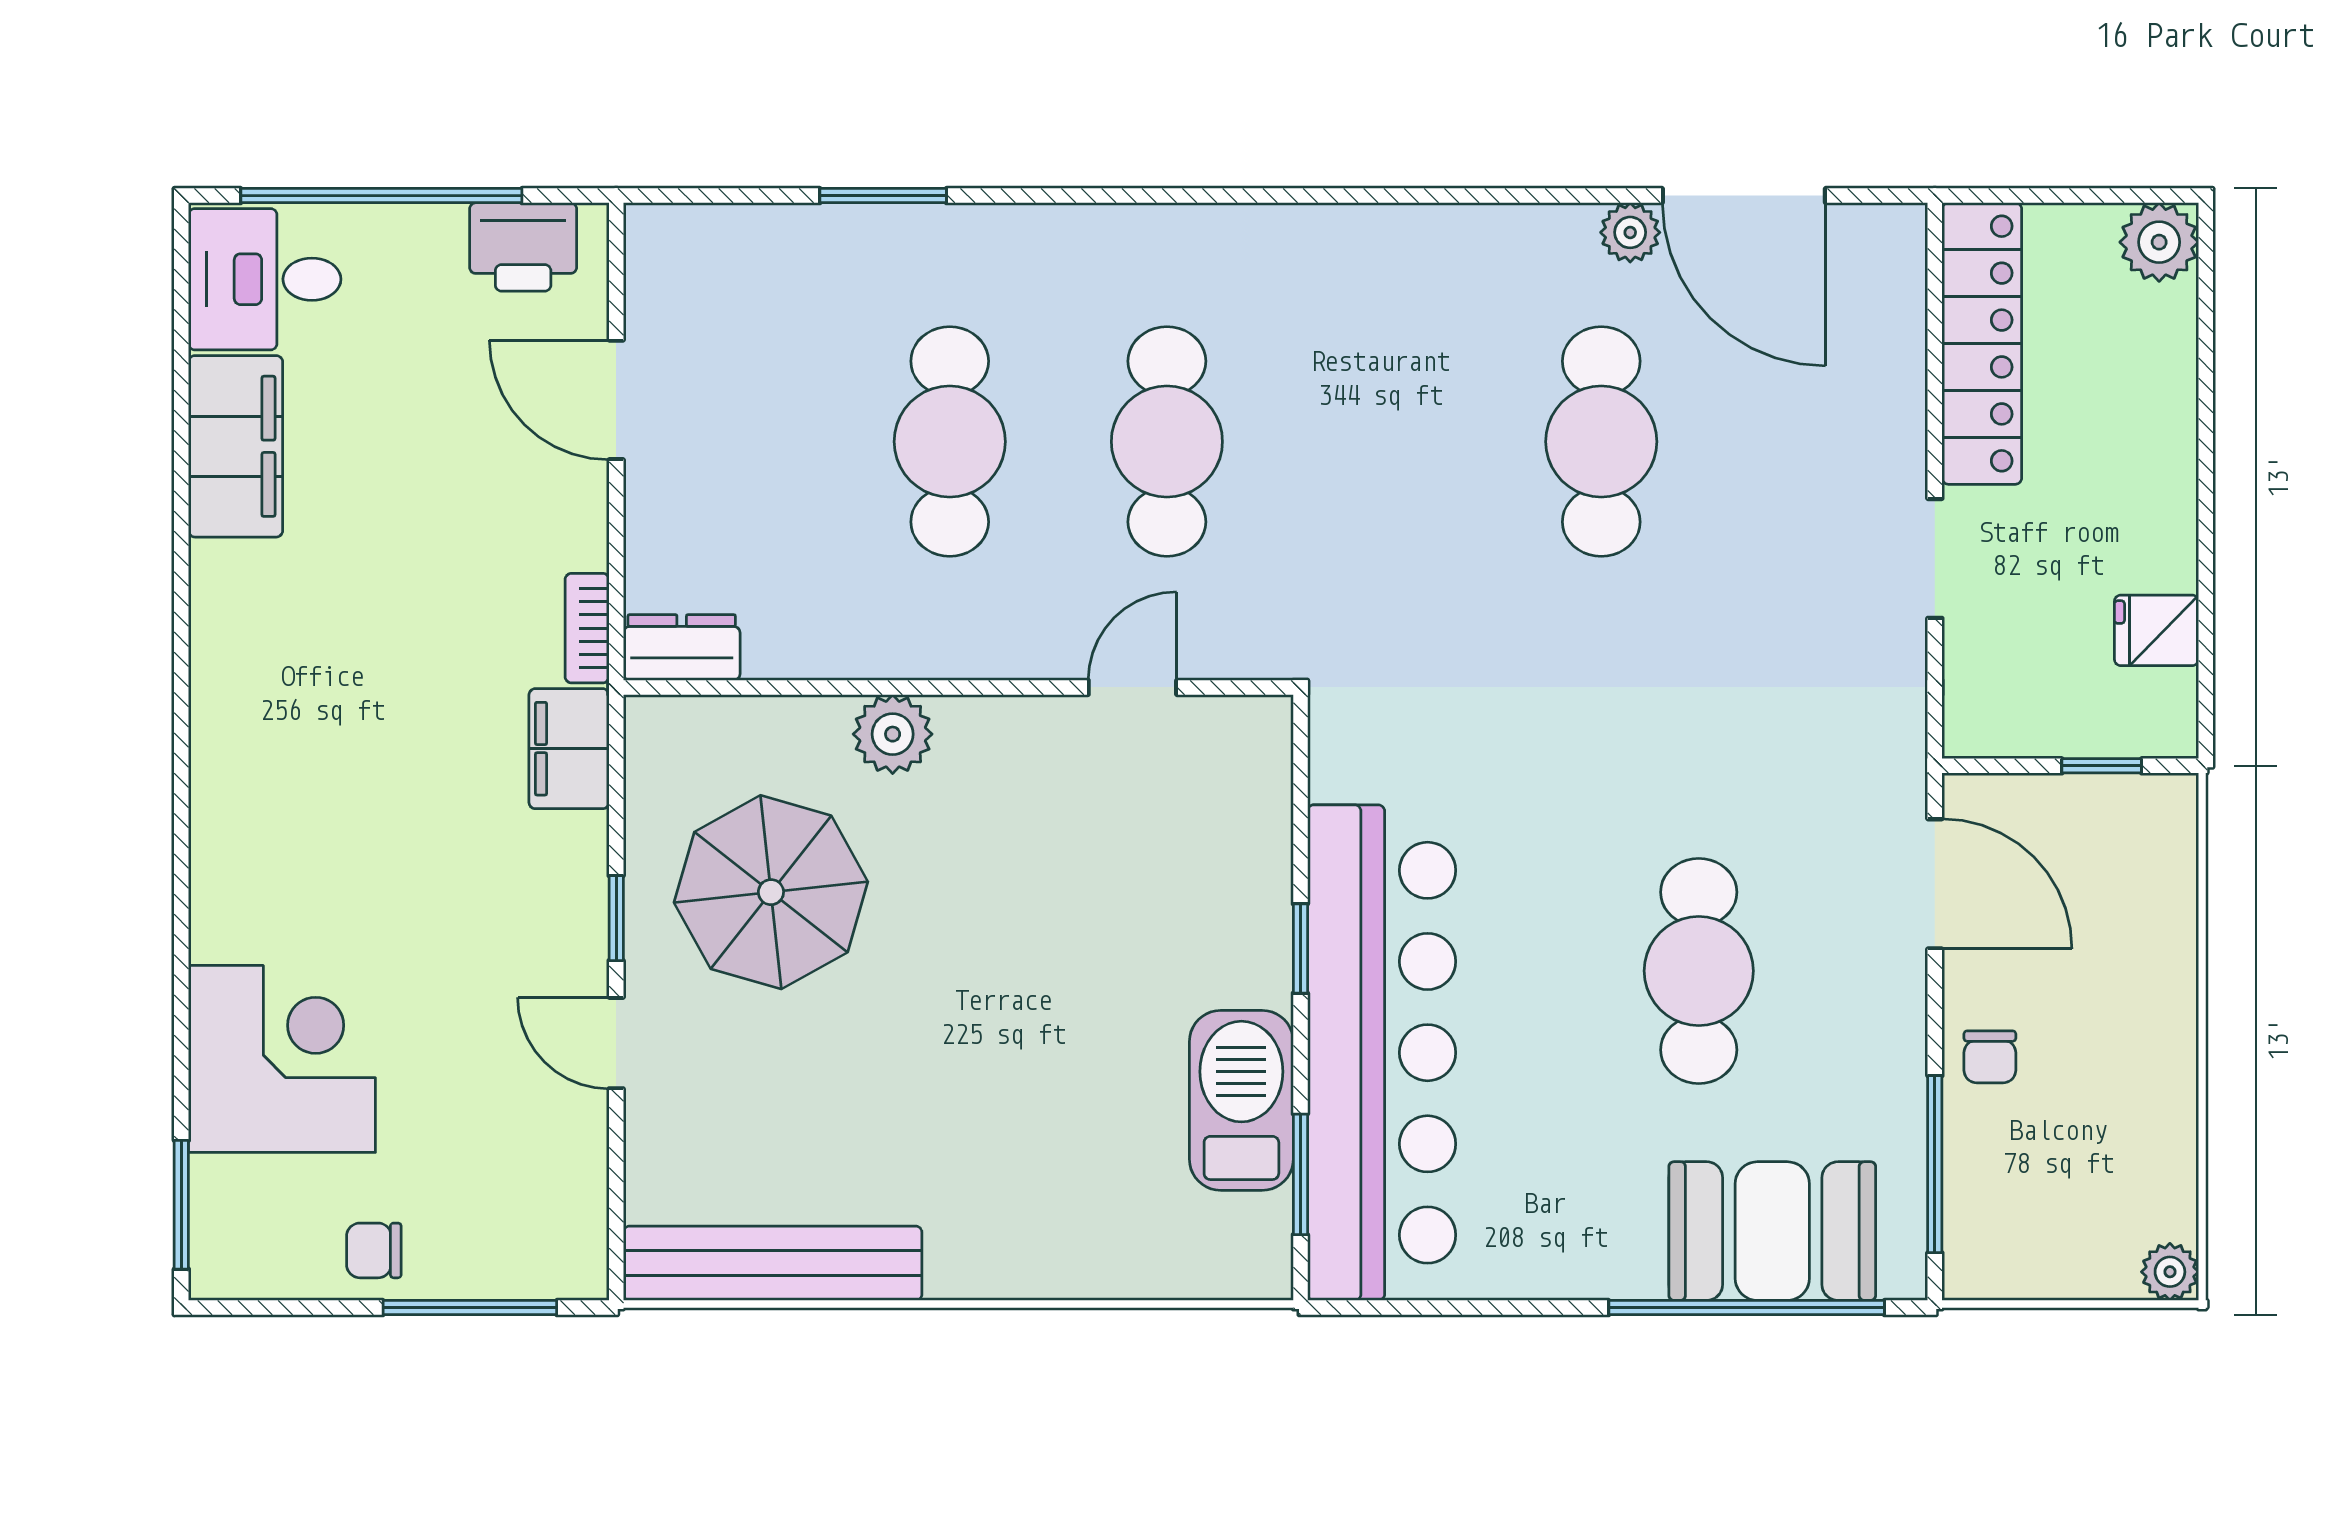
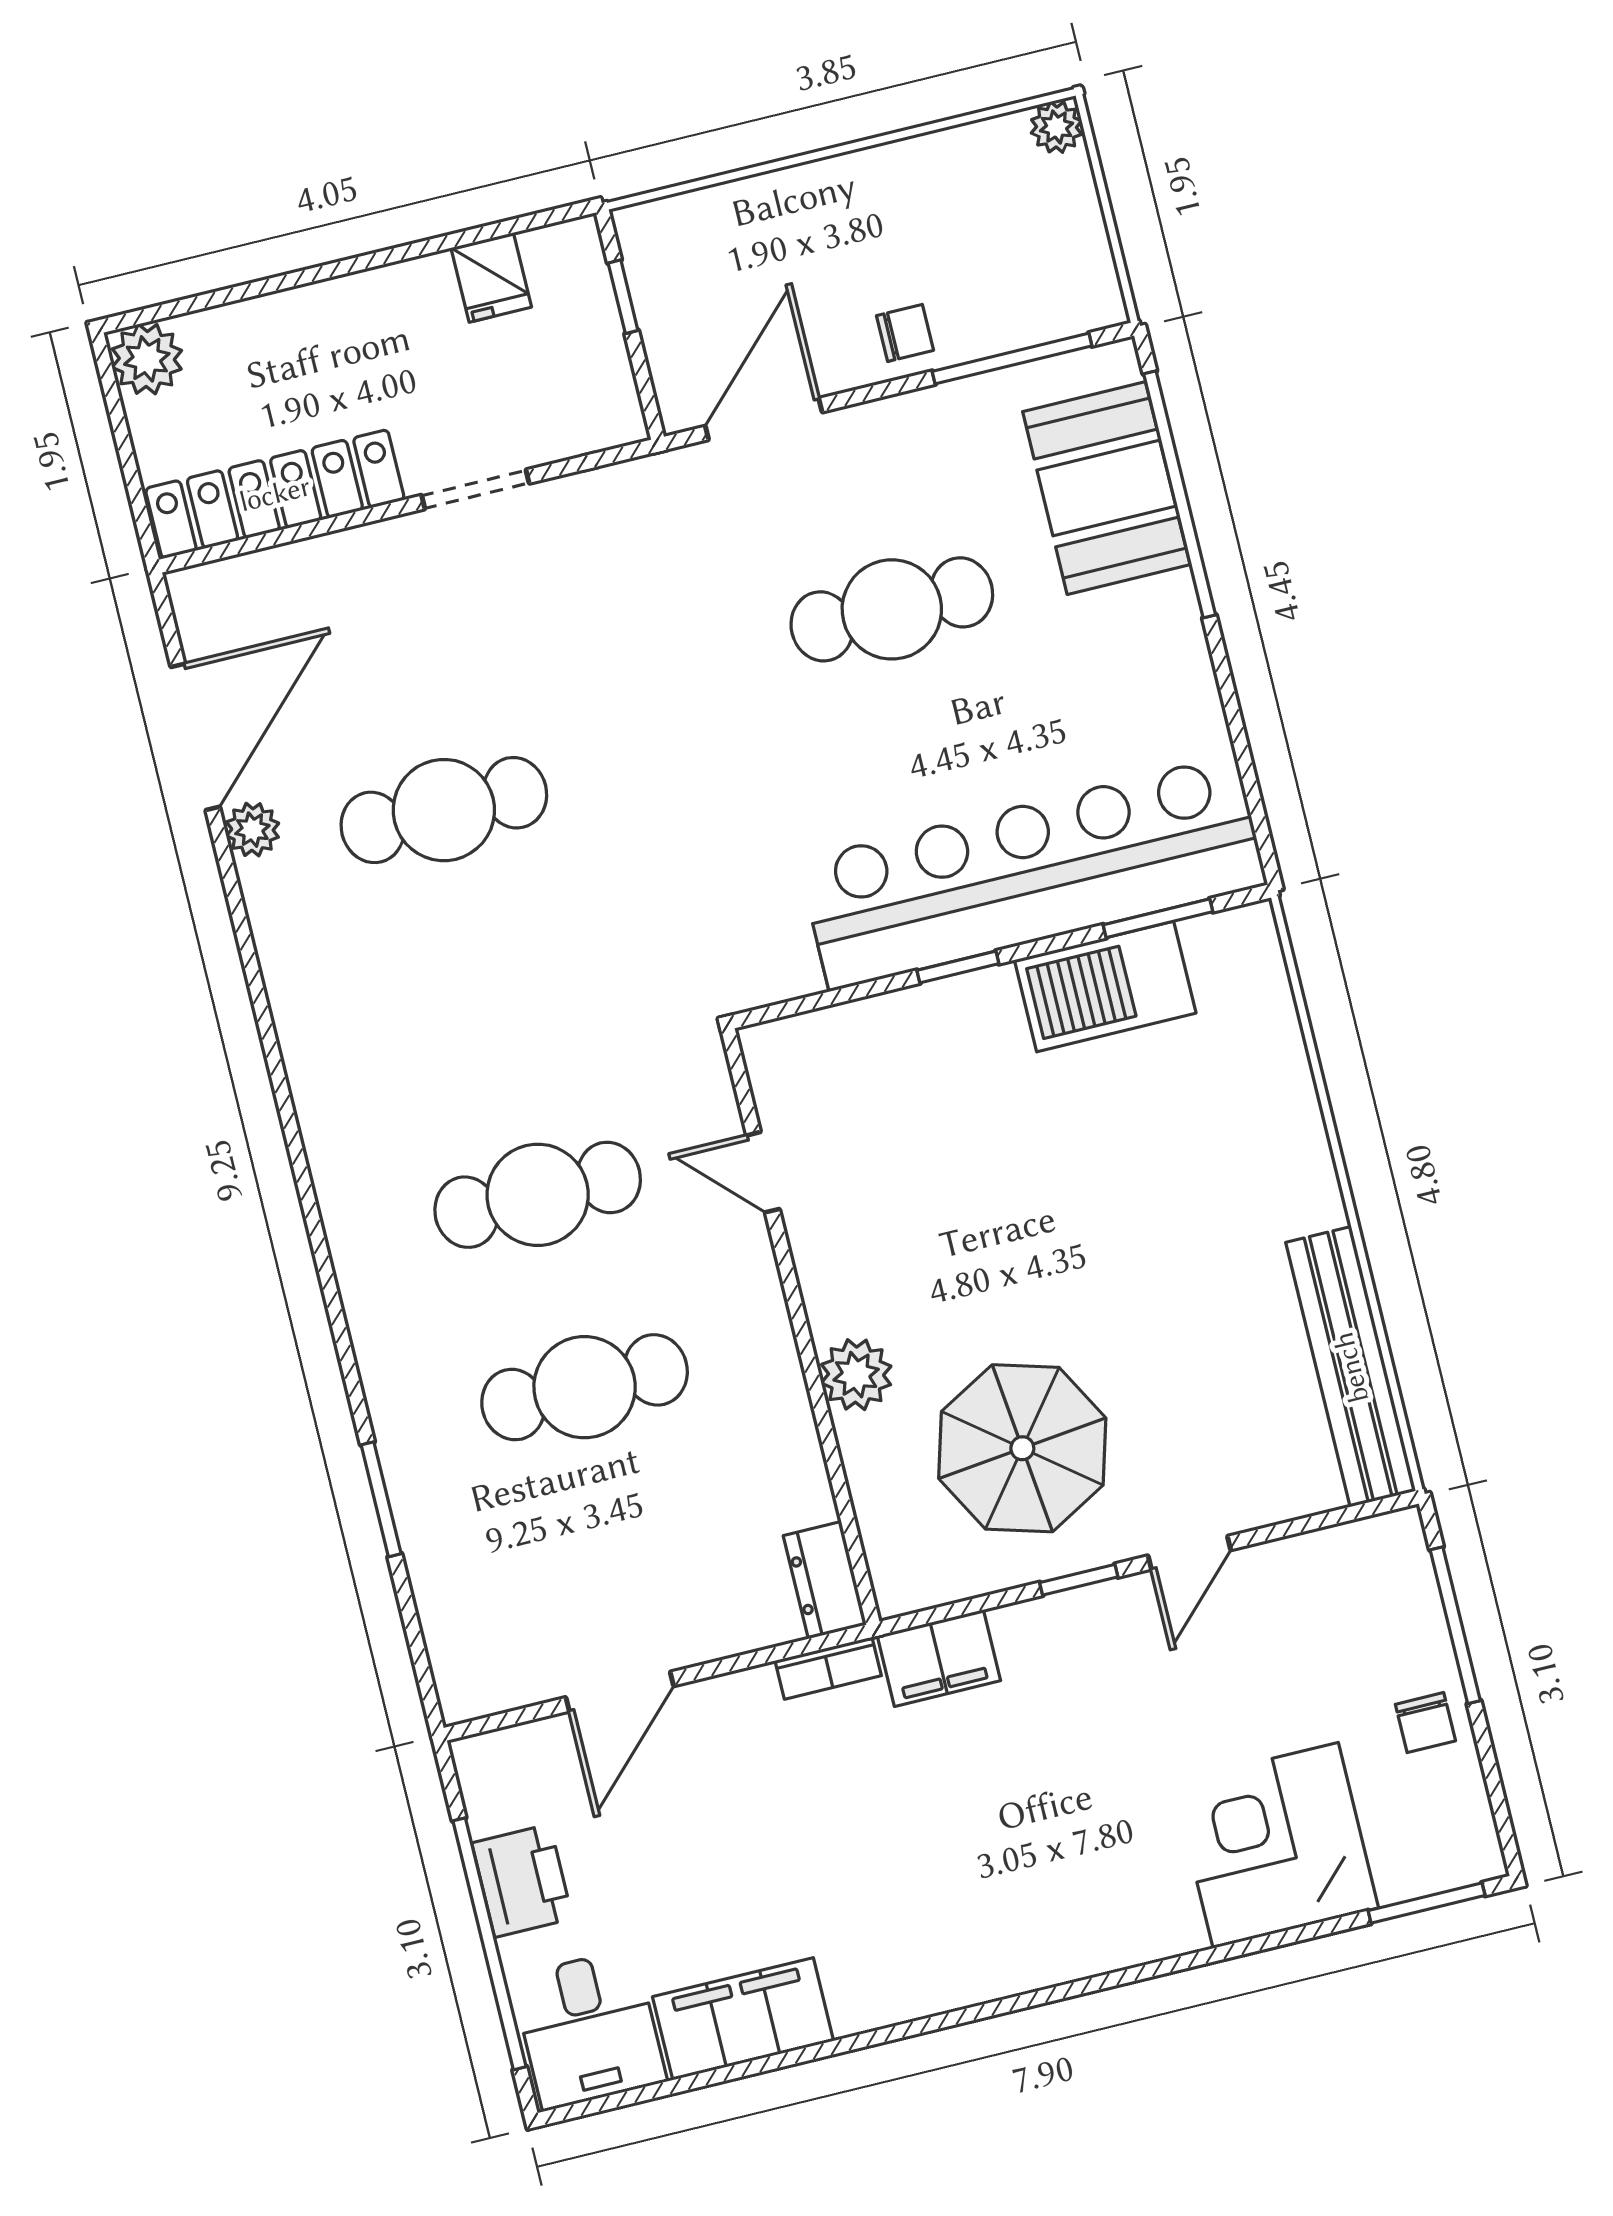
printer: (523, 247) -> (522, 1881), moved

